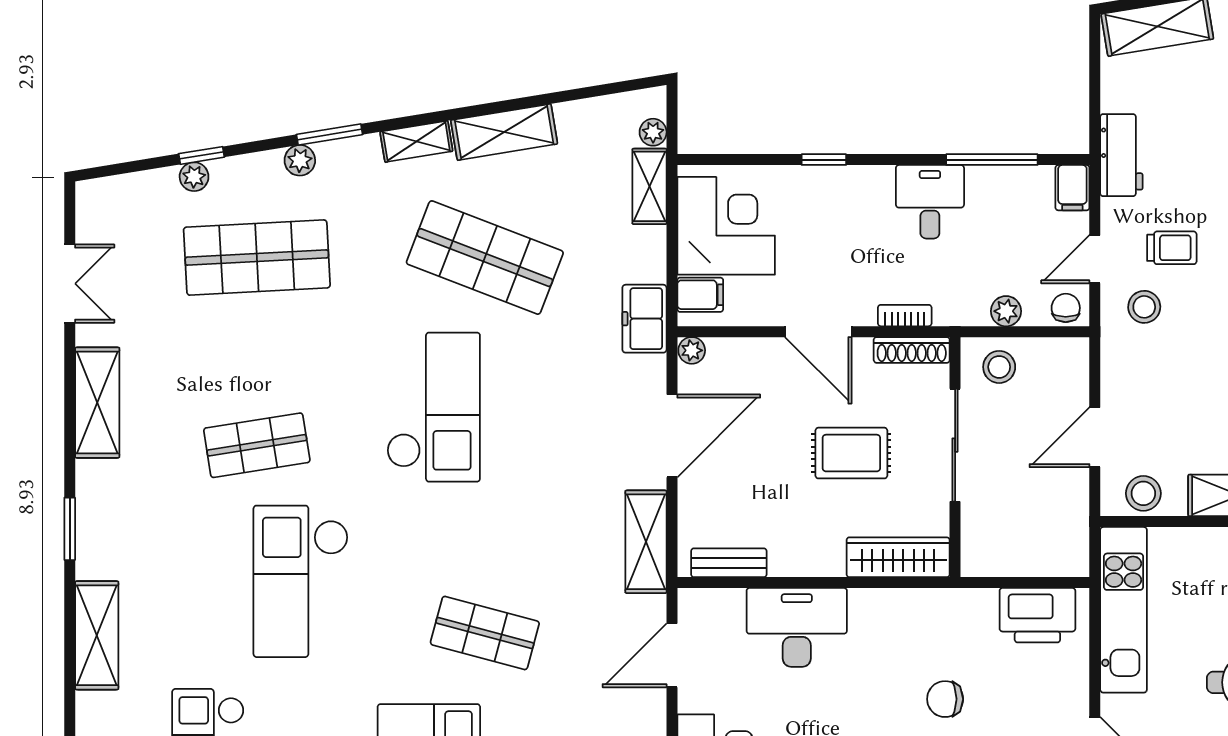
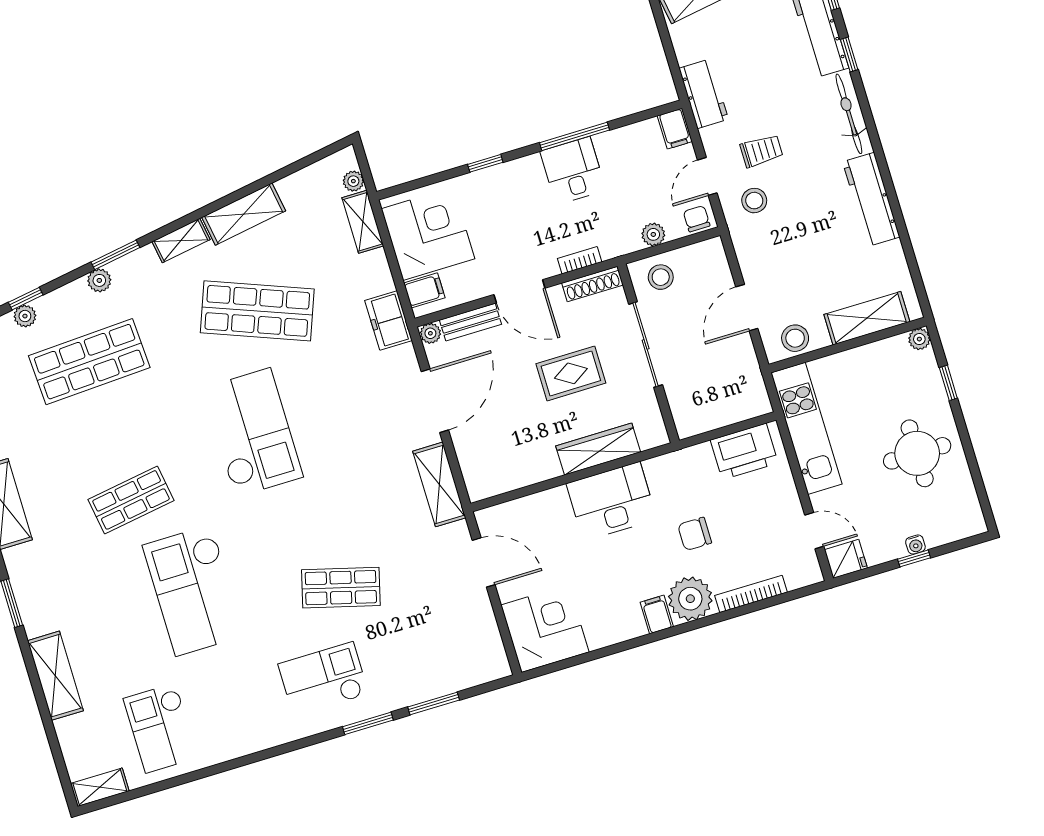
window: (992, 160) -> (574, 136), moved
wardrobe: (898, 557) -> (598, 449), moved
bench: (729, 563) -> (470, 322), moved
desk: (797, 627) -> (612, 501), moved
door: (672, 655) -> (484, 562), swing flipped

